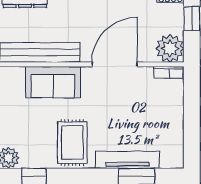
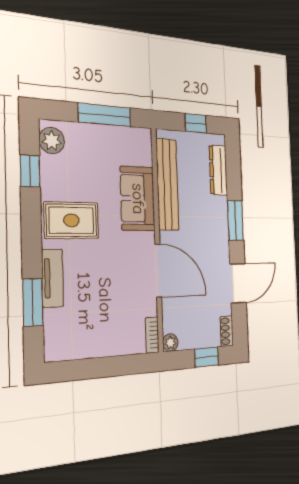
plant: (170, 48) -> (170, 343), width x0.53, depth x0.53
tv unit: (128, 160) -> (53, 278), width x0.71

